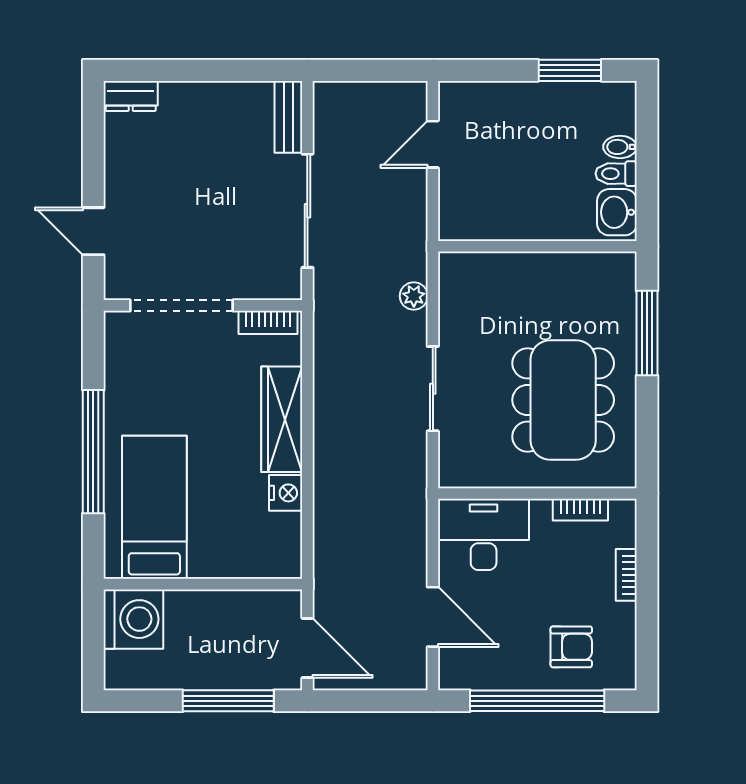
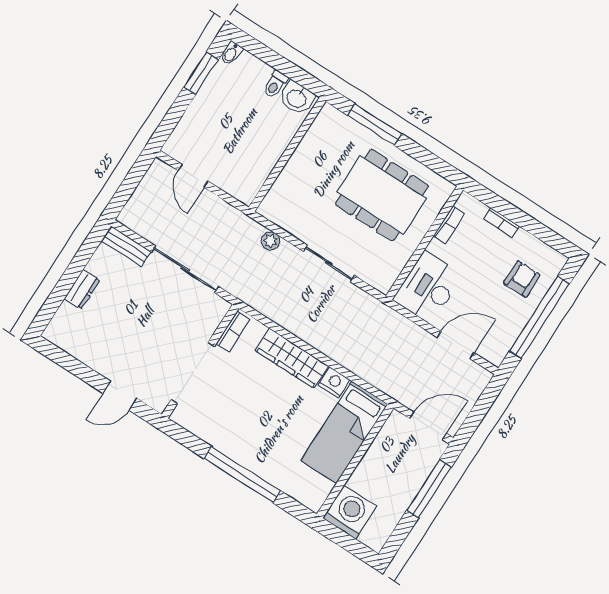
dresser: (131, 96) -> (82, 289), moved
bidet: (620, 147) -> (231, 53), moved
bed: (154, 507) -> (344, 432), moved, turned -90

